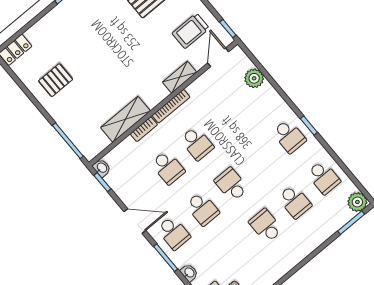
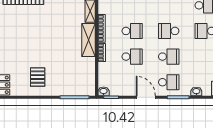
shelving: (125, 119) -> (88, 40), moved
door: (135, 221) -> (146, 97), hinge flipped

